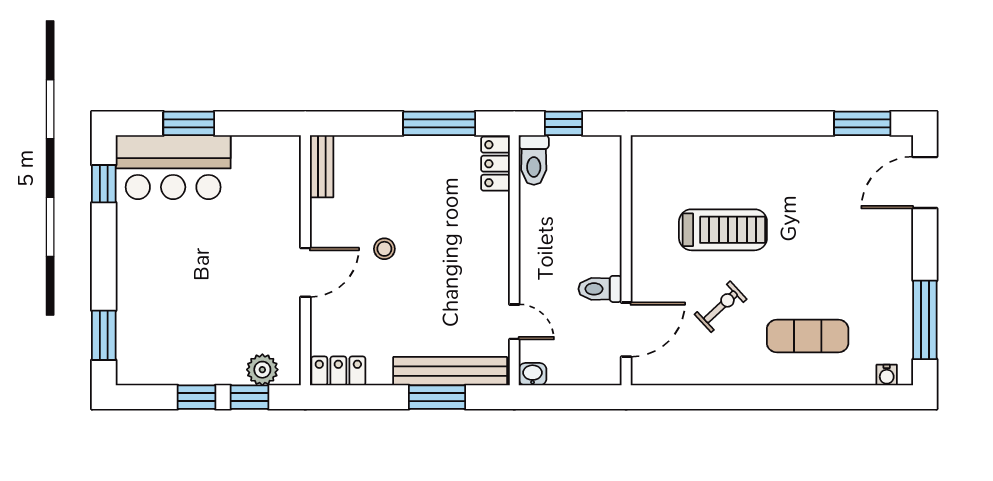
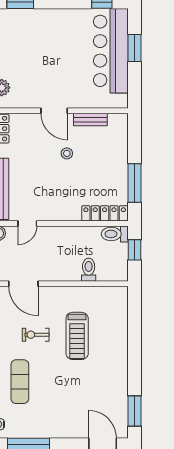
locker: (495, 164) -> (105, 213), width x1.53
bench: (322, 166) -> (90, 120), moved
bar counter: (173, 167) -> (111, 51), width x1.36
toilet: (600, 289) -> (89, 270), moved
exercise bike: (721, 307) -> (36, 335), turned 133

